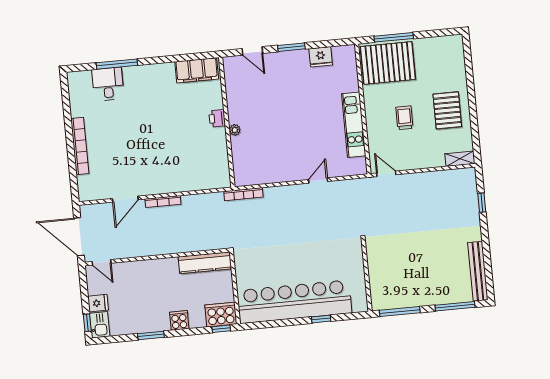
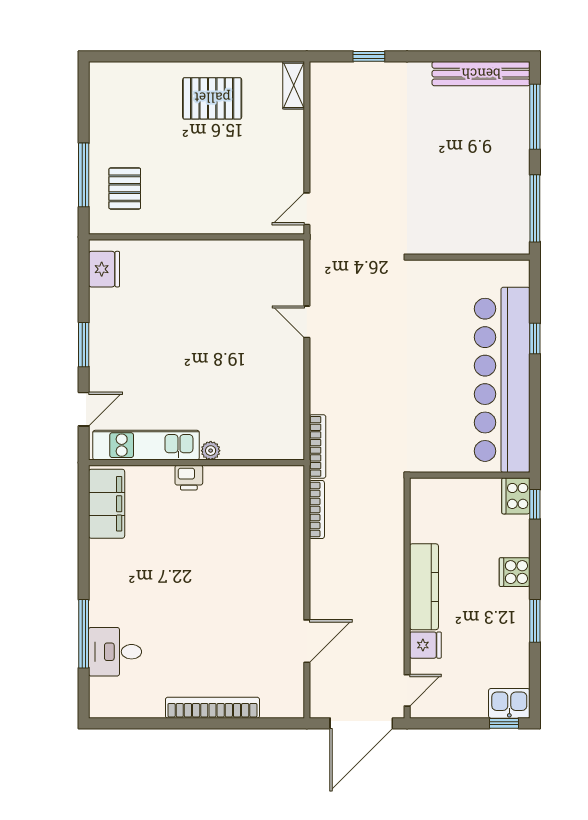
fridge: (321, 57) -> (104, 269), moved
pallet: (388, 63) -> (125, 188), width x0.49, depth x0.50
trolley: (404, 118) -> (217, 170), removed
kitchen unit: (354, 125) -> (146, 445), moved, turned 180
door: (125, 199) -> (307, 641), hinge flipped
bookcase: (163, 202) -> (317, 510), moved
kitchen counter: (205, 263) -> (424, 587), moved
fridge: (98, 303) -> (425, 645), moved, turned 90
cooker: (221, 315) -> (516, 496), width x0.73, depth x0.76

